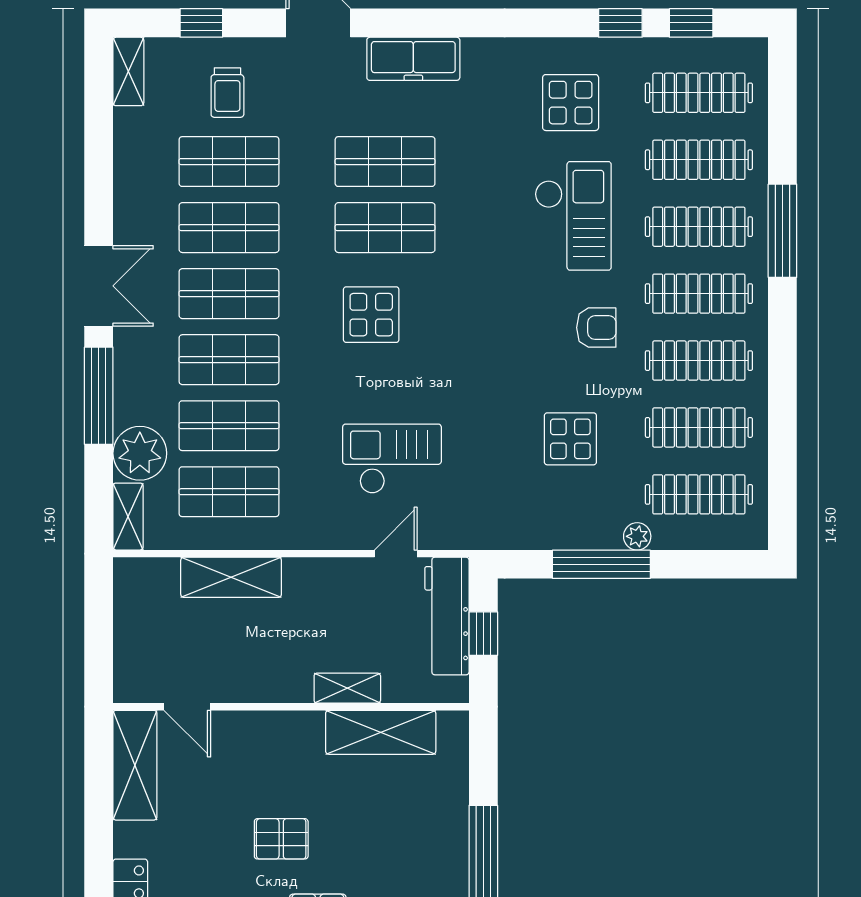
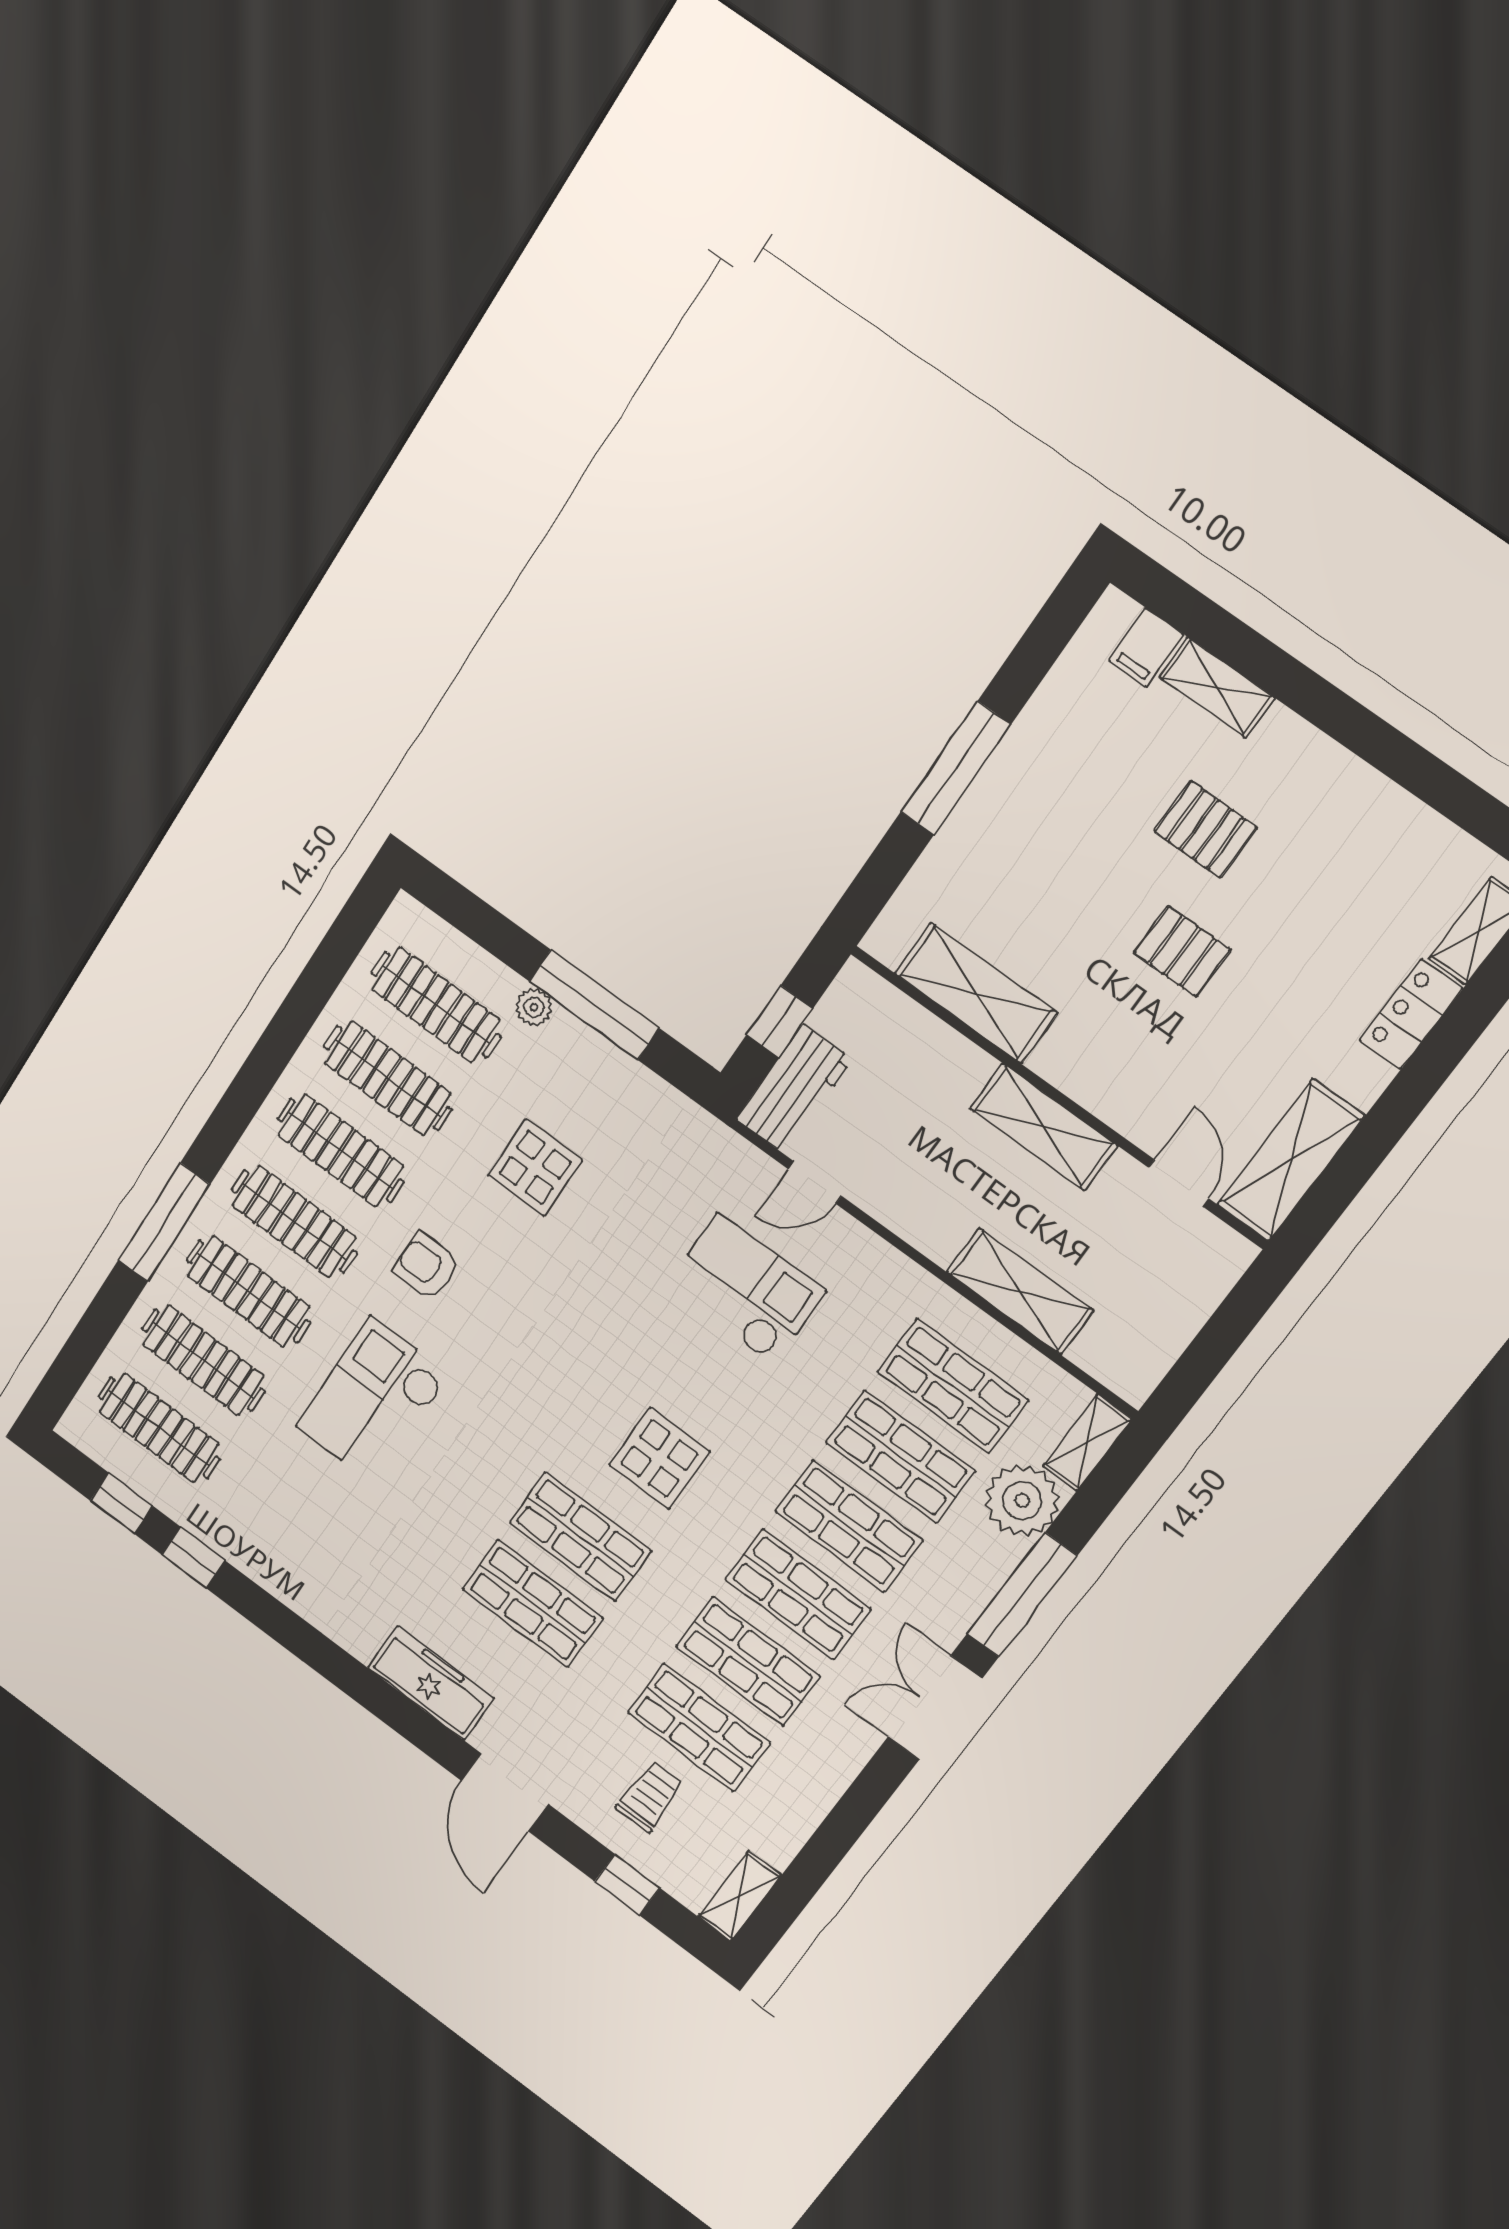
display table: (571, 103) -> (298, 1517), removed
checkout: (392, 459) -> (745, 1289), turned 180
workbench: (447, 616) -> (794, 1089), width x0.73
shelving: (347, 688) -> (1044, 1127), moved, width x1.50, depth x1.33

